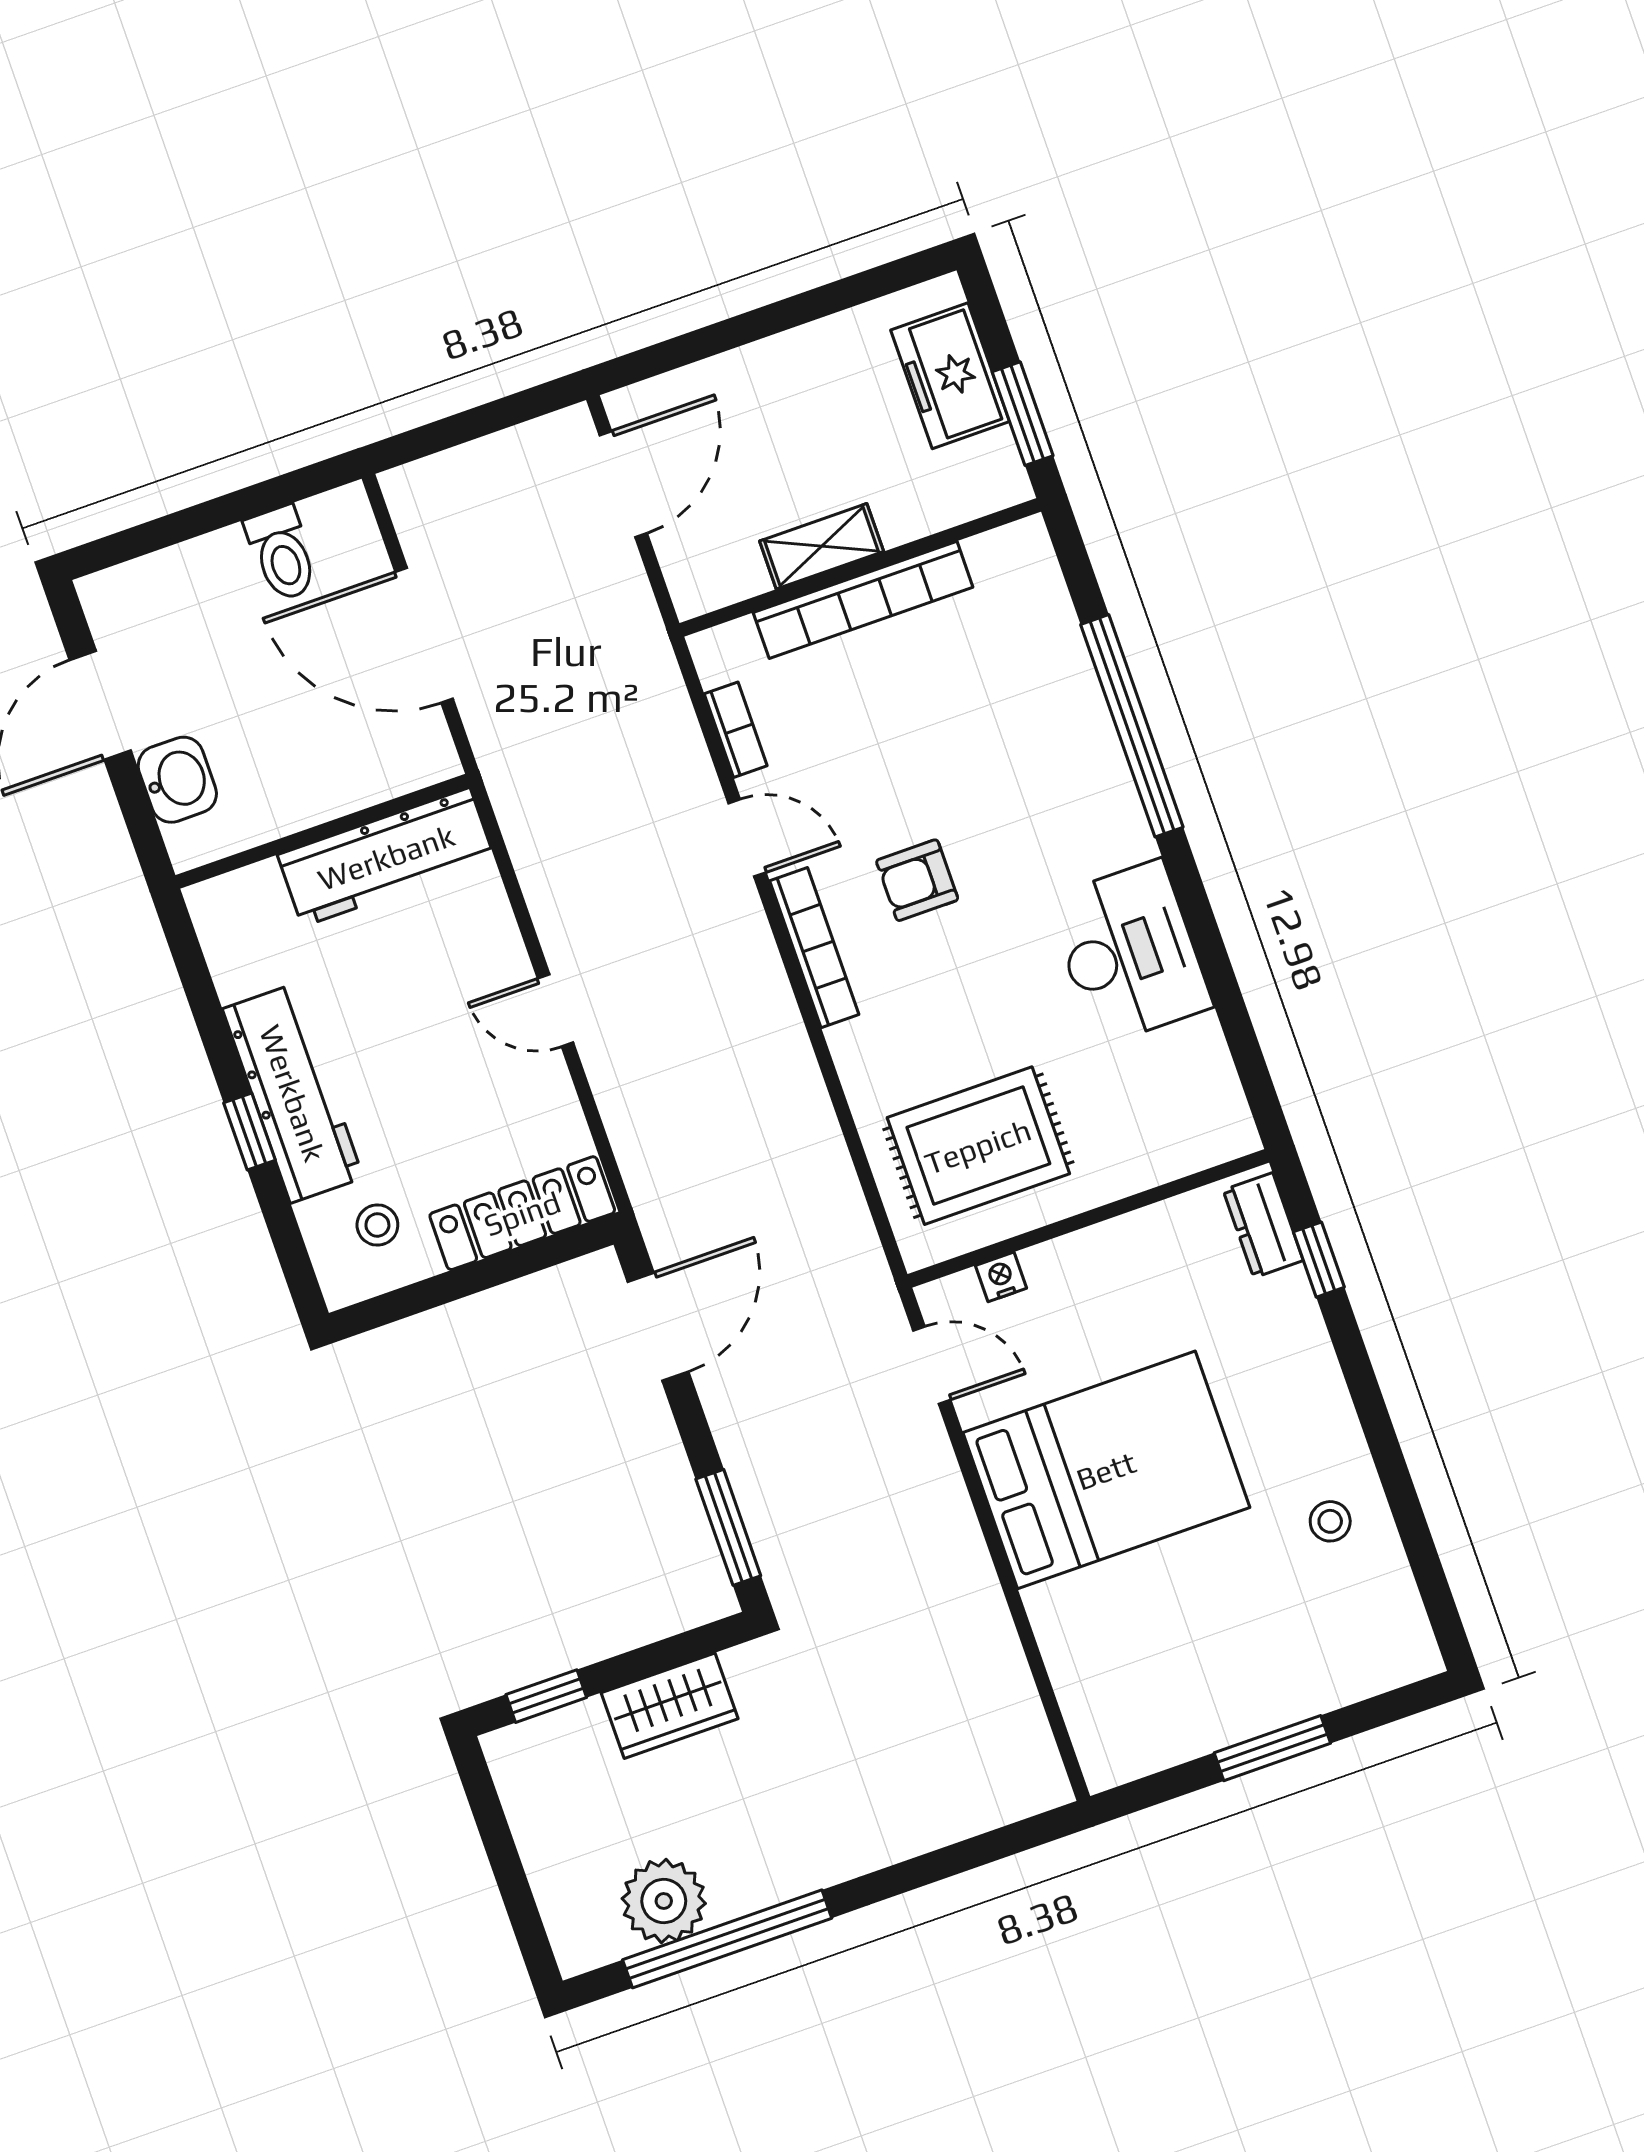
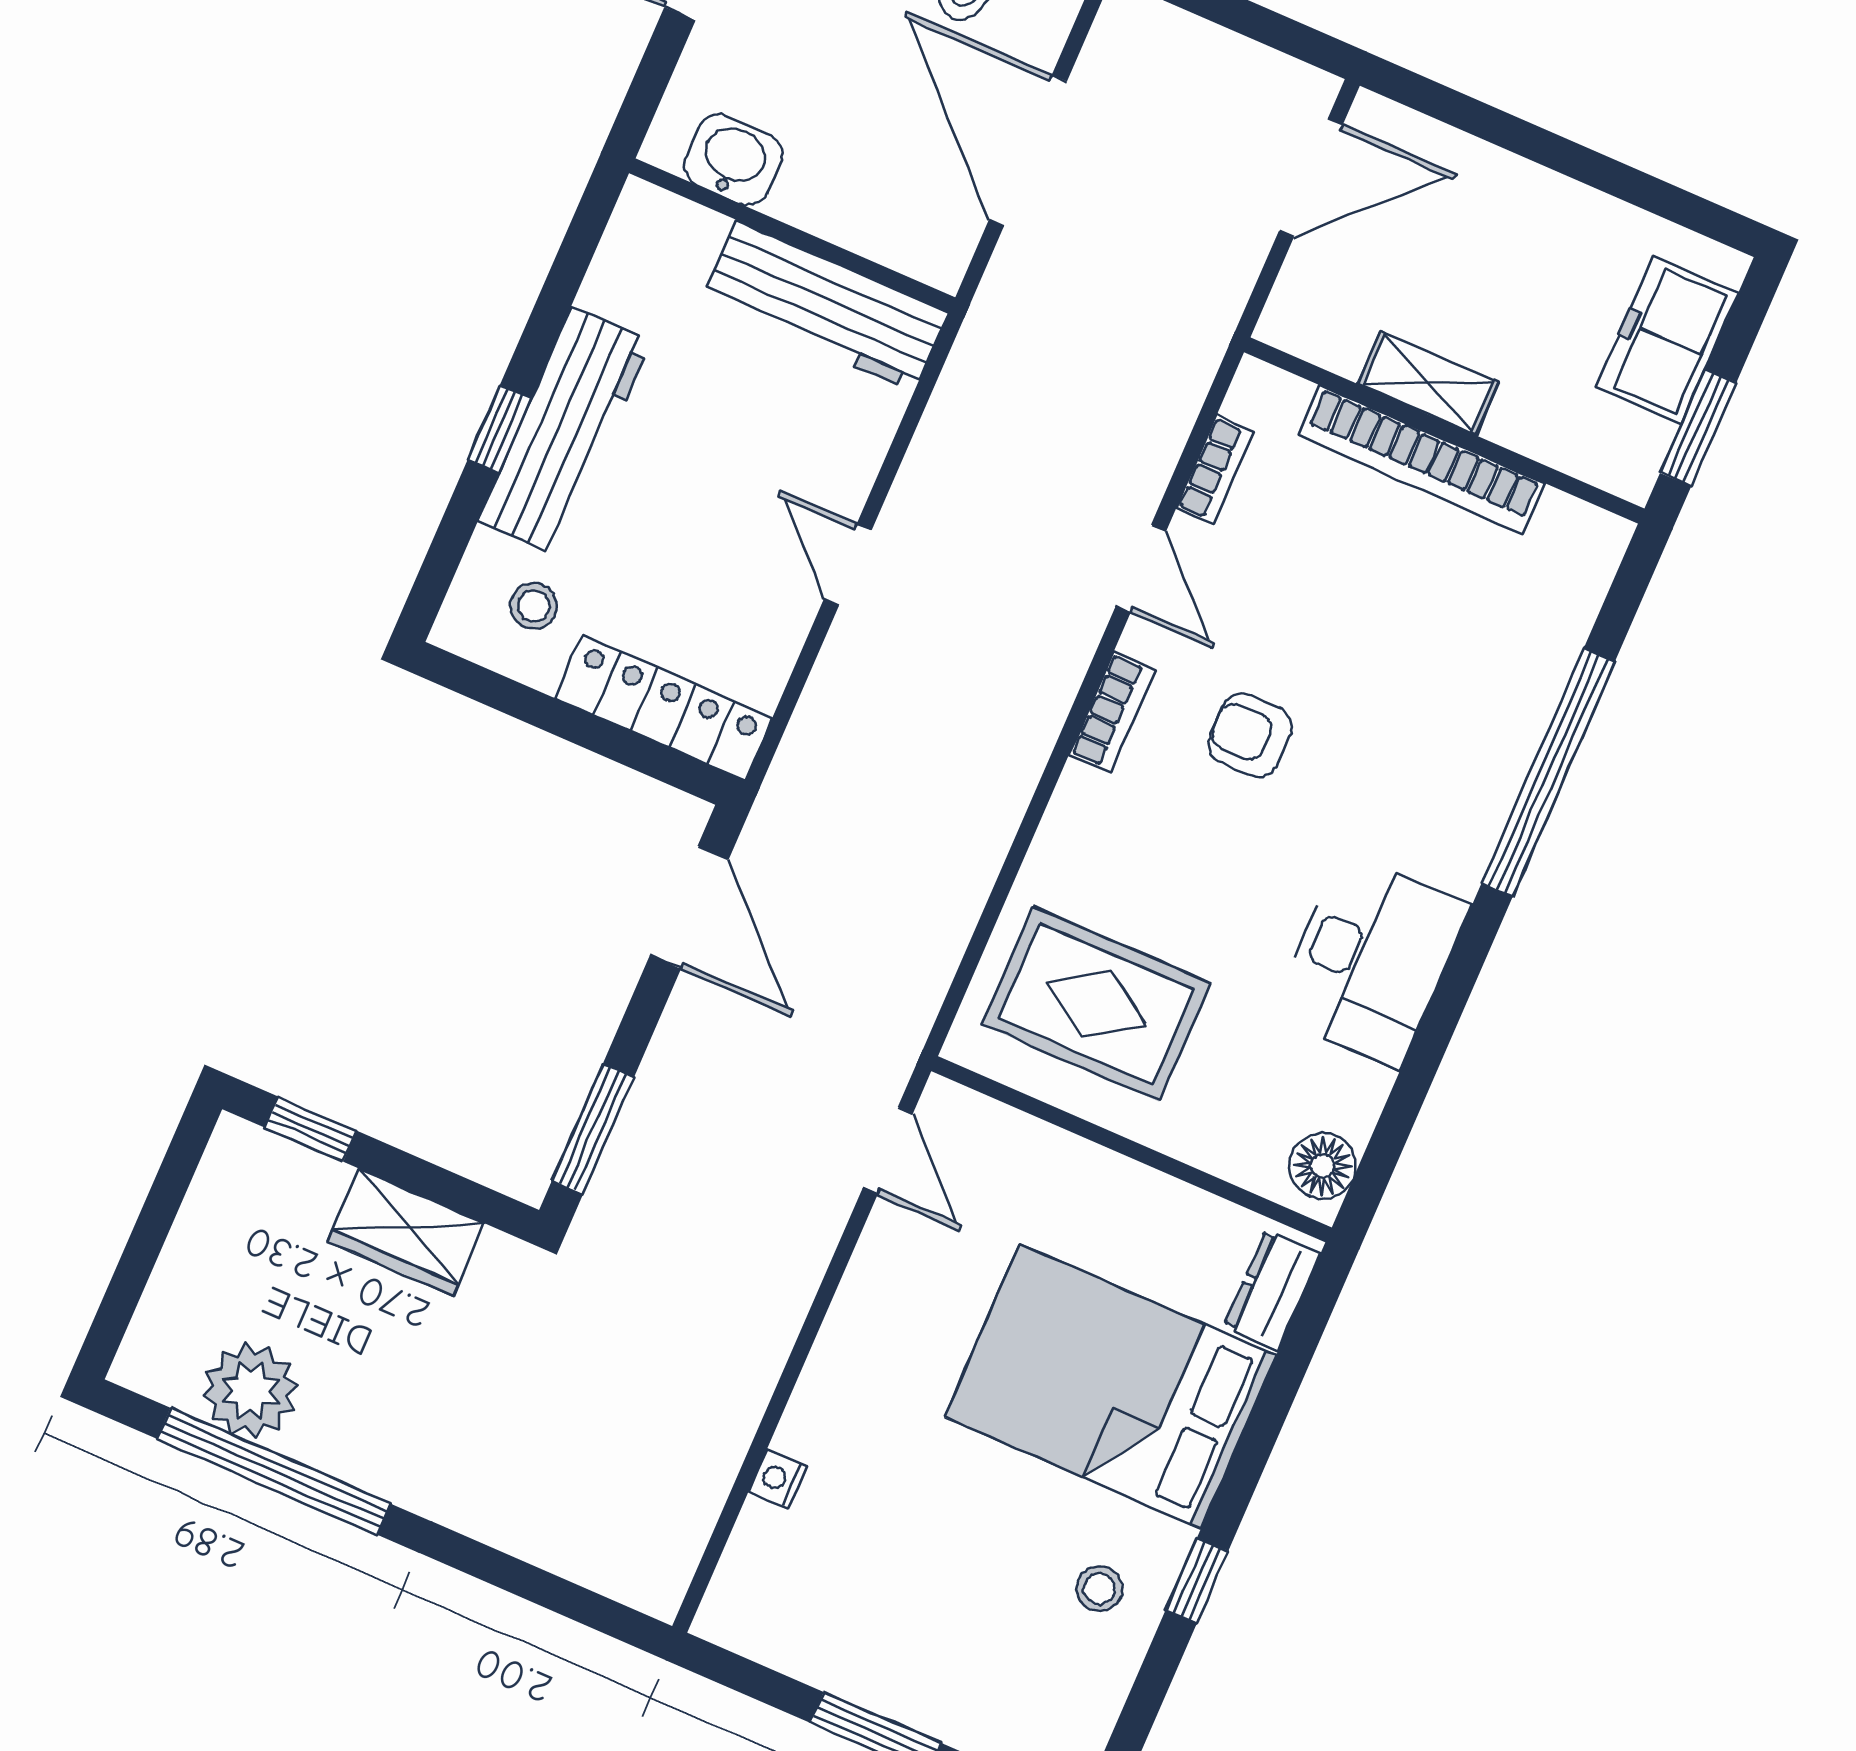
washbasin: (177, 780) -> (733, 160), moved, turned -90
bookcase: (814, 948) -> (1112, 712), width x0.64
floor lamp: (1221, 1115) -> (1323, 1166), added
window: (1319, 1260) -> (1197, 1581), moved
nightstand: (1001, 1277) -> (778, 1479), moved, turned -90
door: (658, 1327) -> (689, 907), hinge flipped
bed: (1106, 1470) -> (1110, 1386), moved, turned 180

